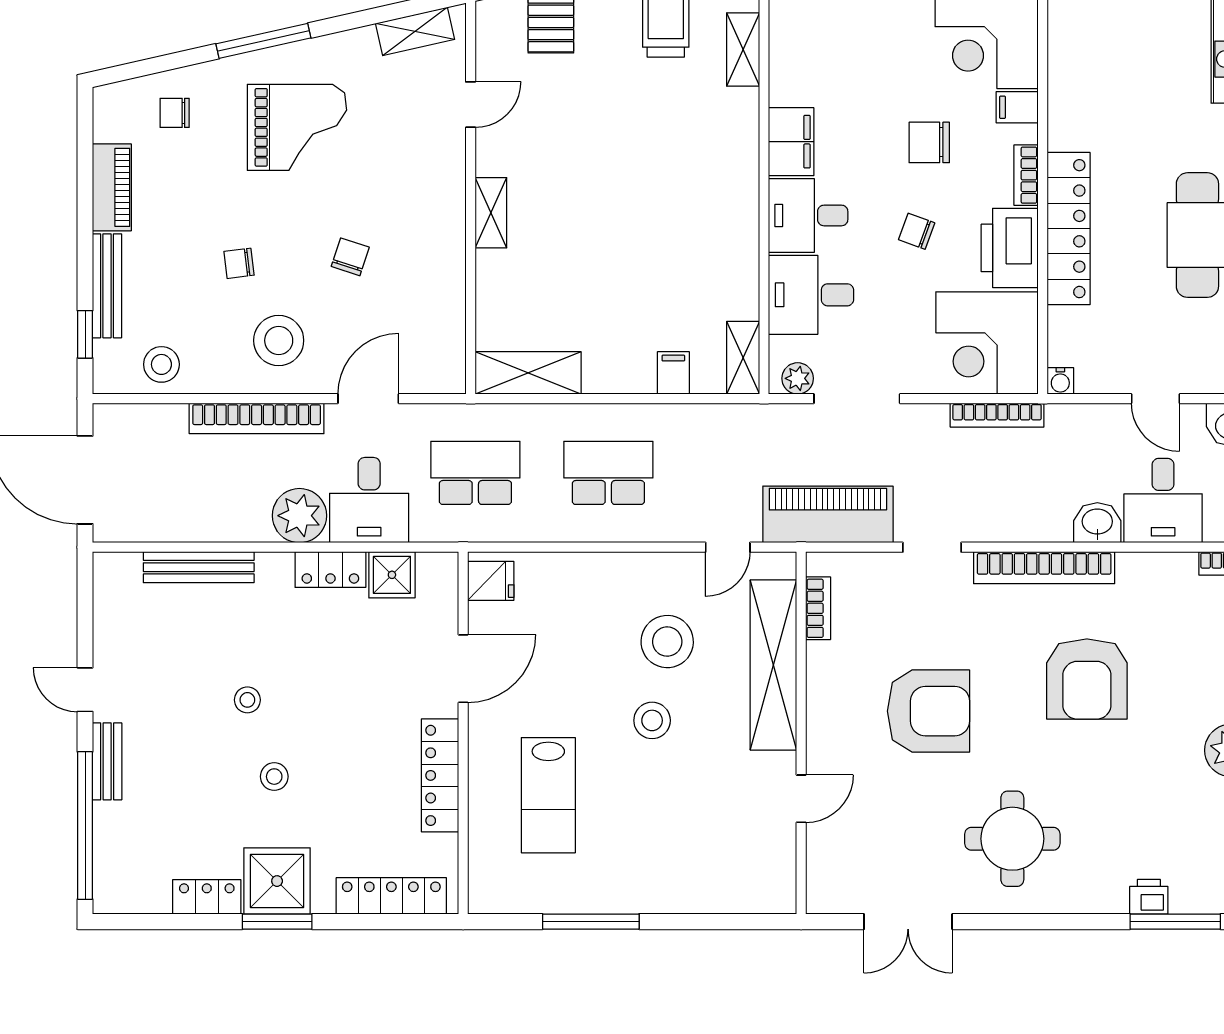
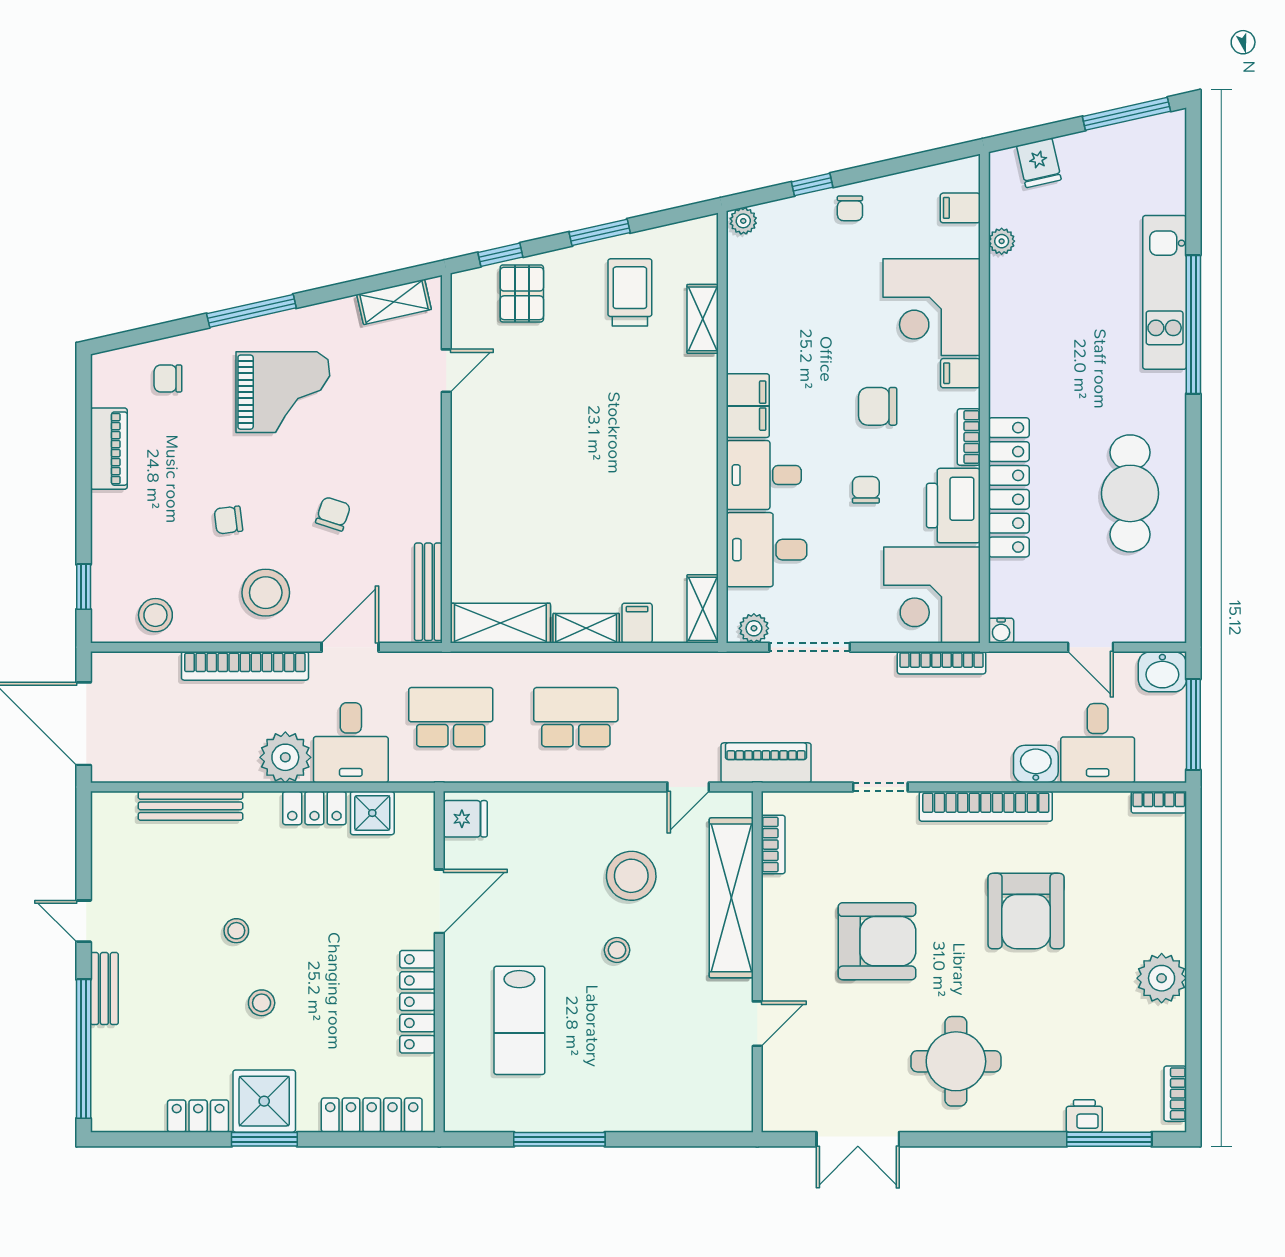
shelving: (491, 213) -> (586, 628), moved, turned 90
chair: (917, 231) -> (866, 490), turned 70
bench: (107, 286) -> (428, 592), moved
piano: (828, 514) -> (766, 763), width x0.73, depth x0.75
stool: (652, 720) -> (617, 950), width x0.73, depth x0.73

